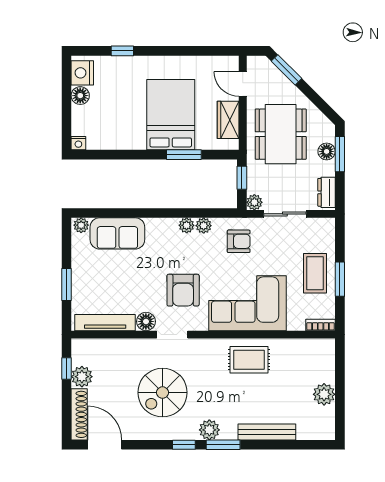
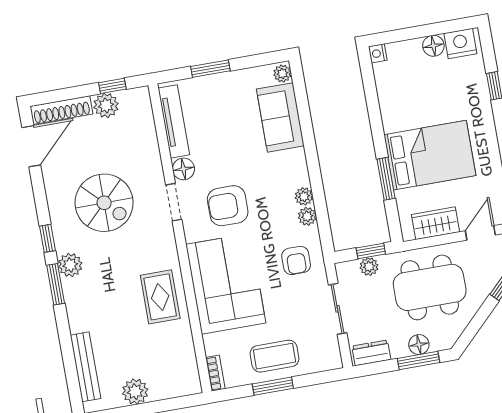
plant: (254, 202) -> (369, 267), moved
spiral stairs: (163, 393) -> (104, 203), turned 180
bench: (267, 432) -> (85, 367), moved

